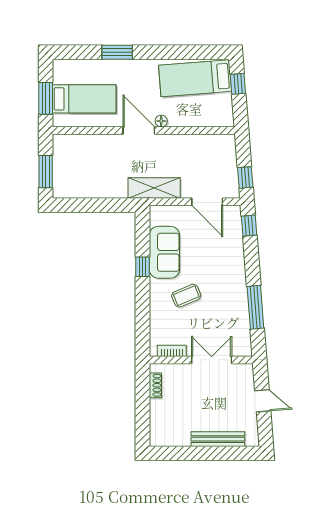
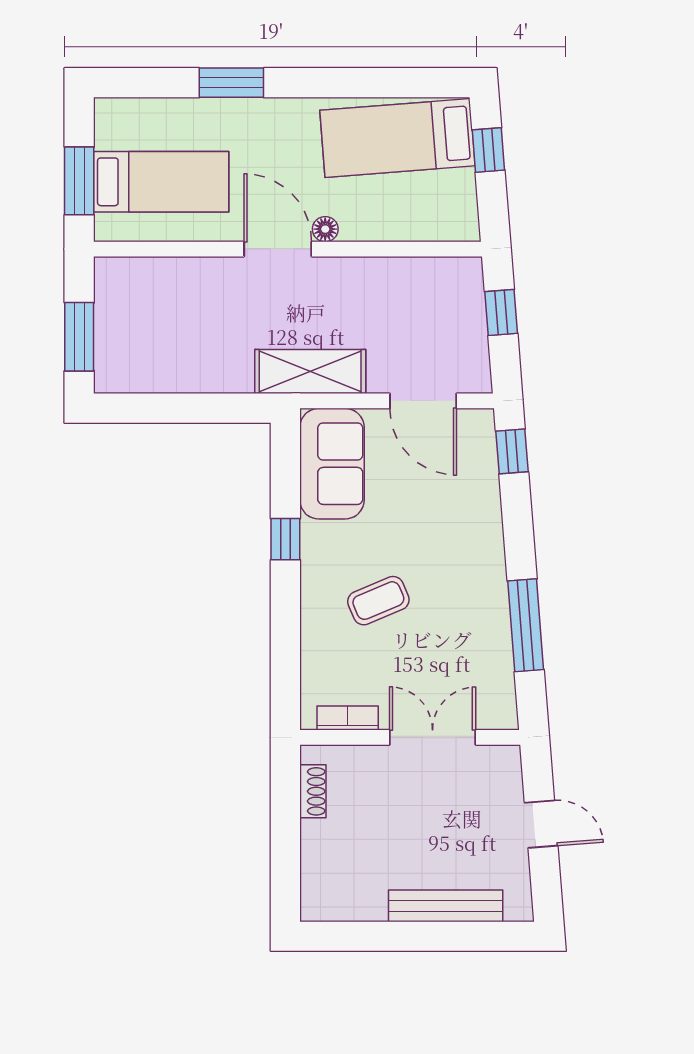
window: (245, 177) -> (501, 312), moved
sofa: (164, 252) -> (332, 464), moved

